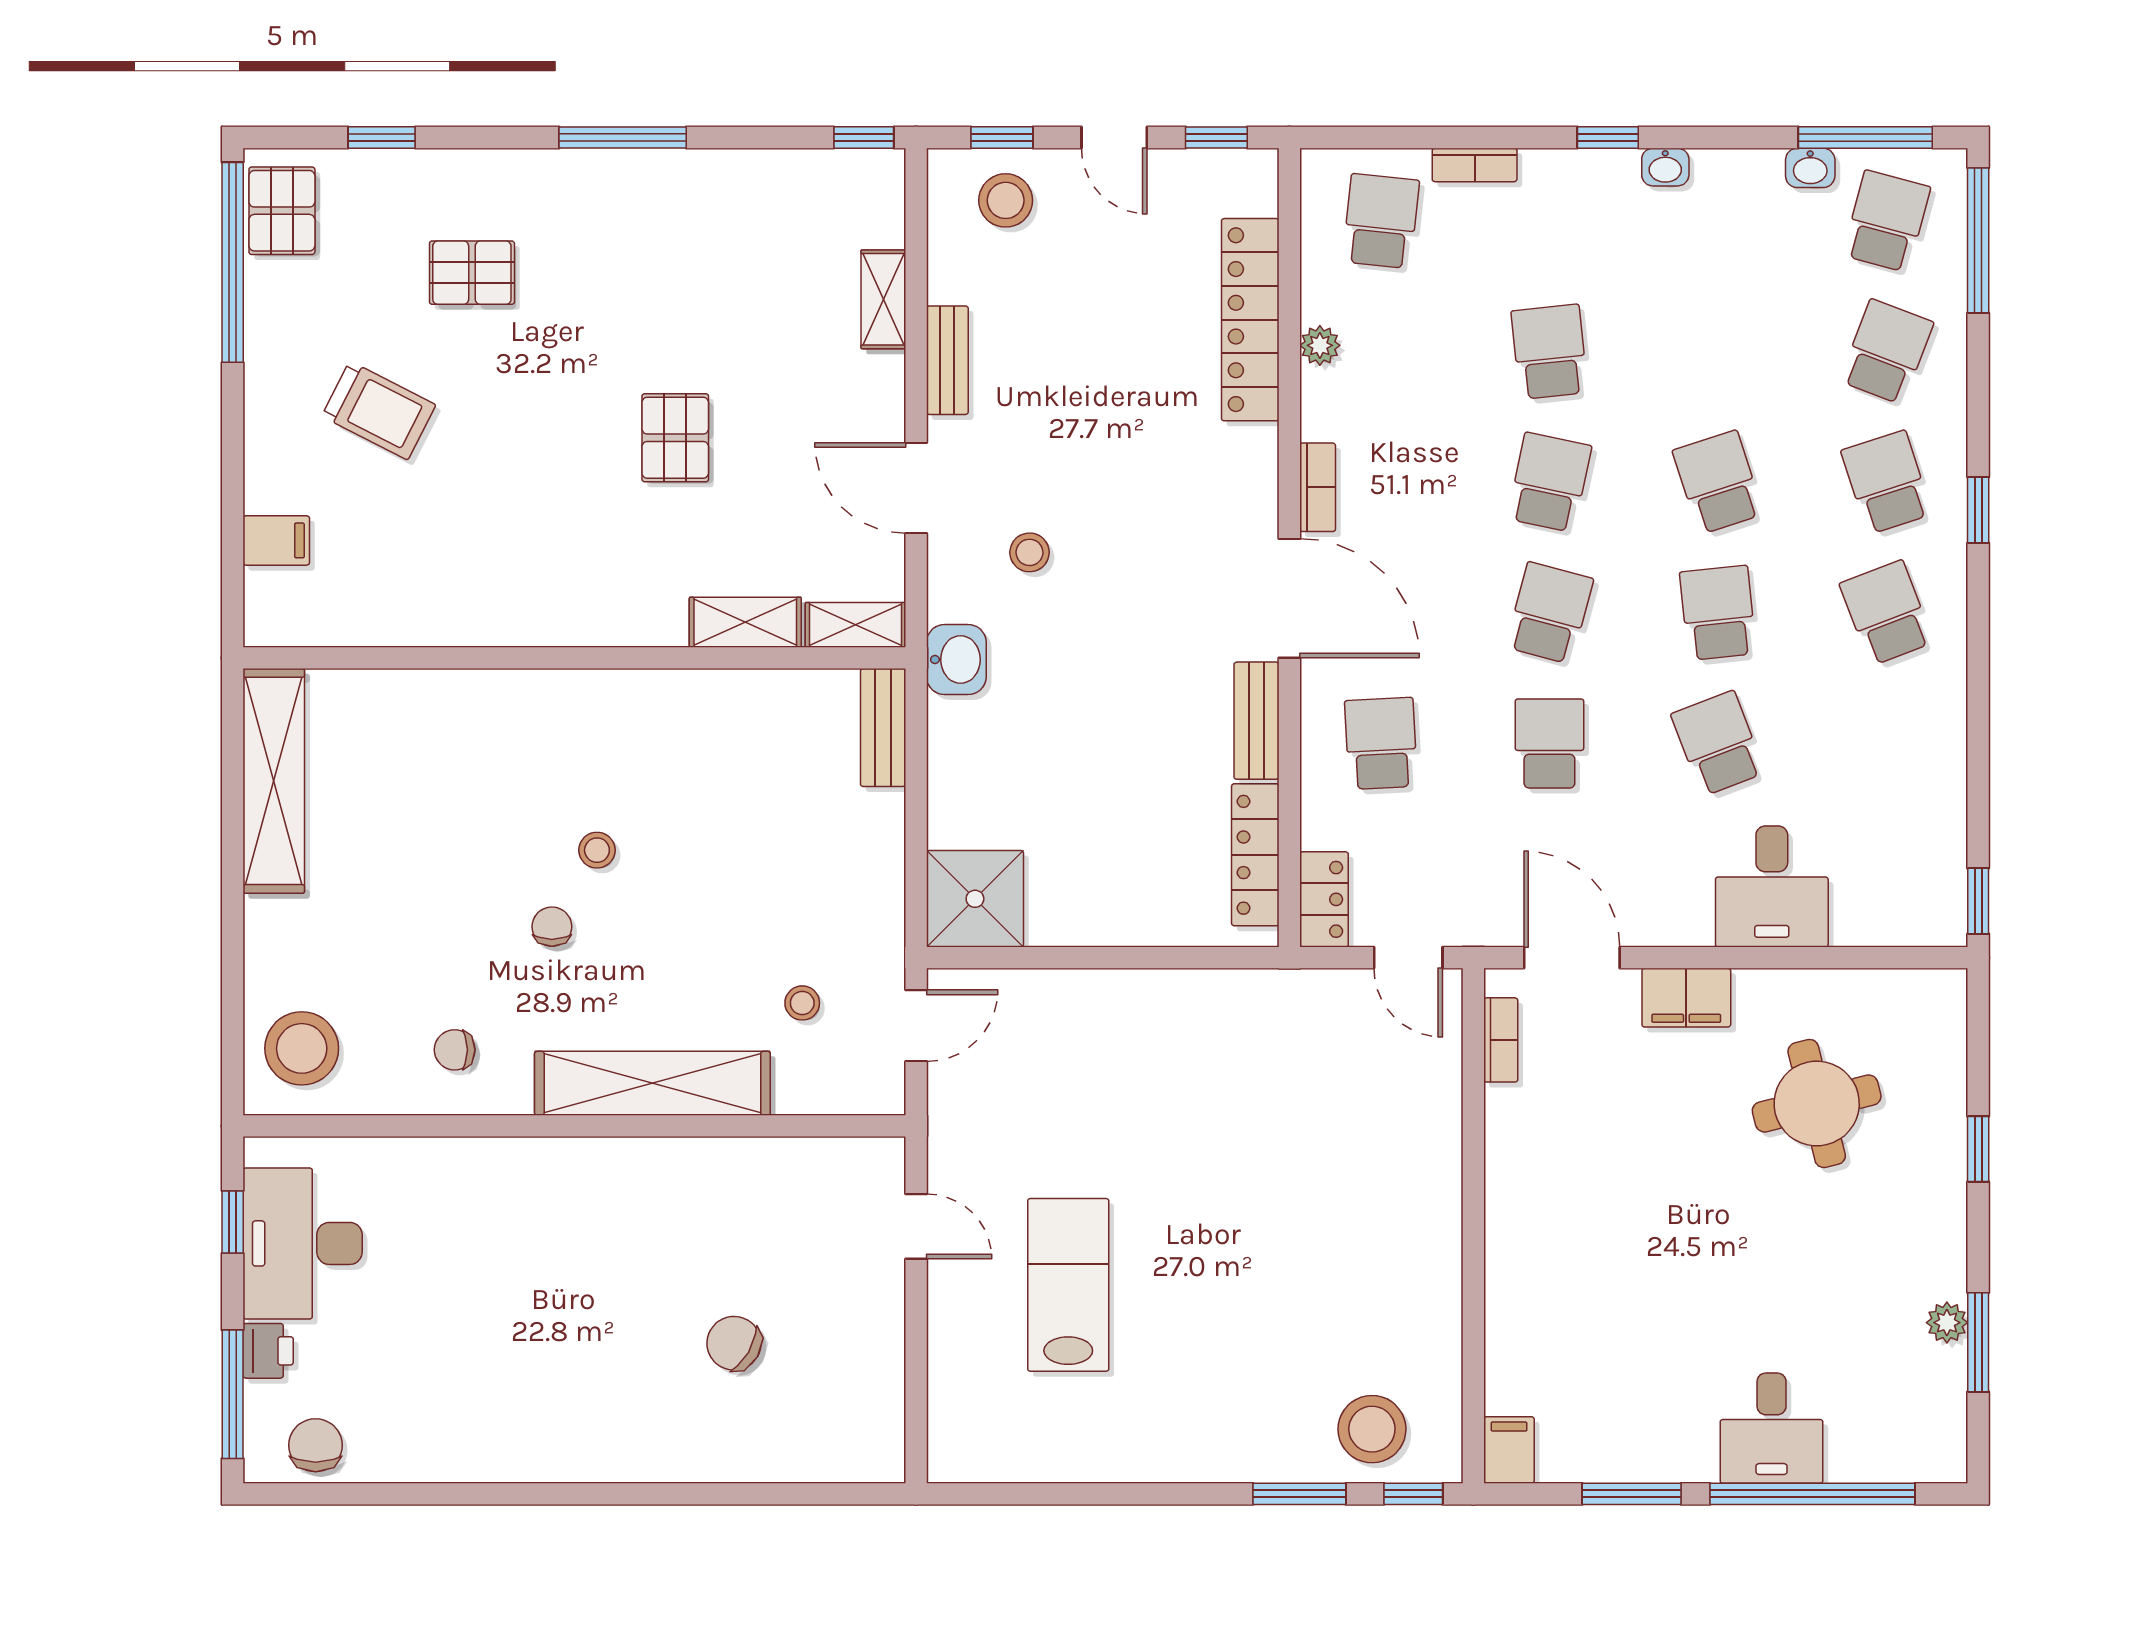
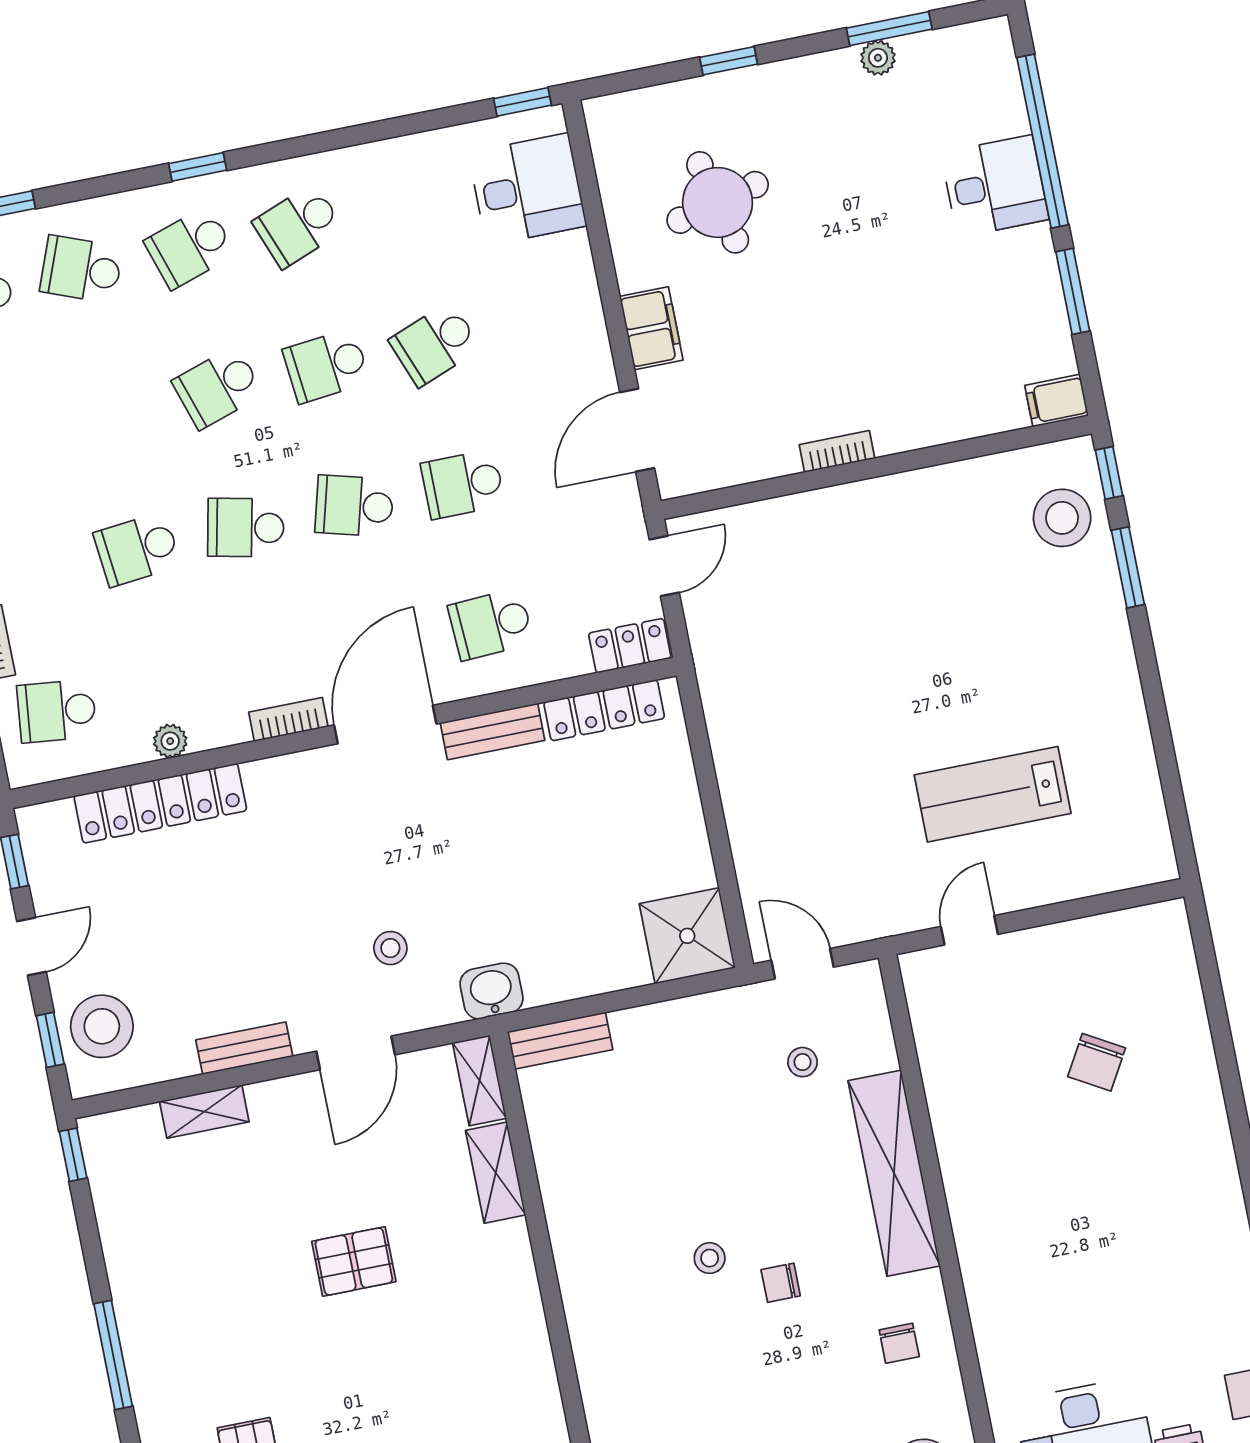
stool: (1006, 200) -> (102, 1026), width x1.38, depth x1.38
desk: (1772, 886) -> (527, 189), moved
bookcase: (1501, 1040) -> (837, 452), moved

